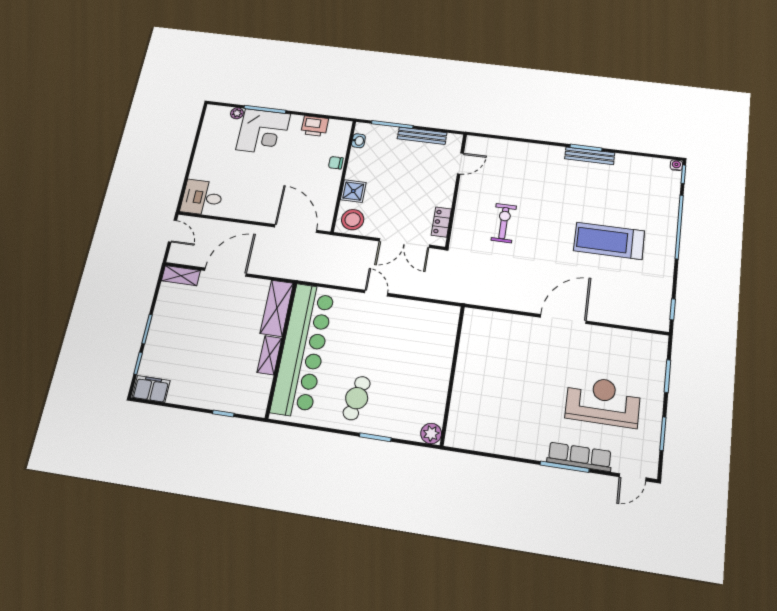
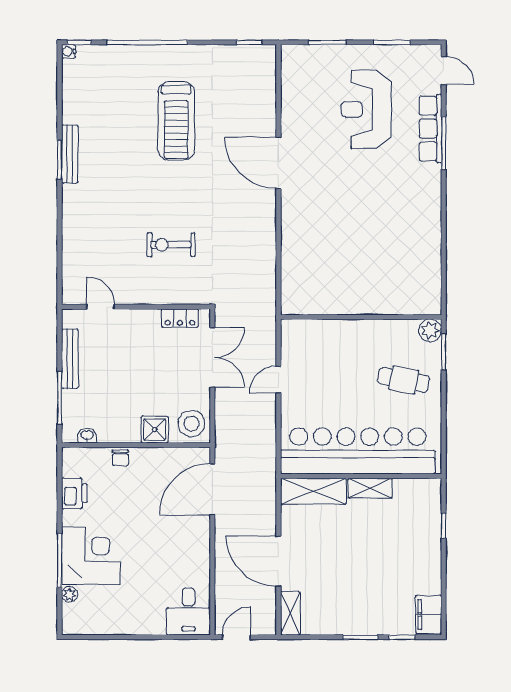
wall: (452, 375) -> (361, 317), moved
plant: (431, 434) -> (430, 331), moved

